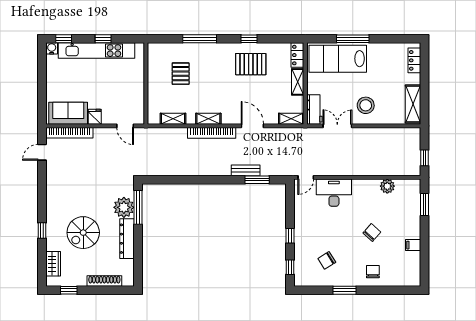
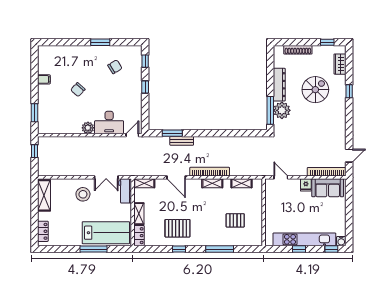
pallet: (181, 74) -> (235, 220), turned 90
plant: (387, 186) -> (88, 128), moved
chair: (373, 272) -> (77, 58), removed

